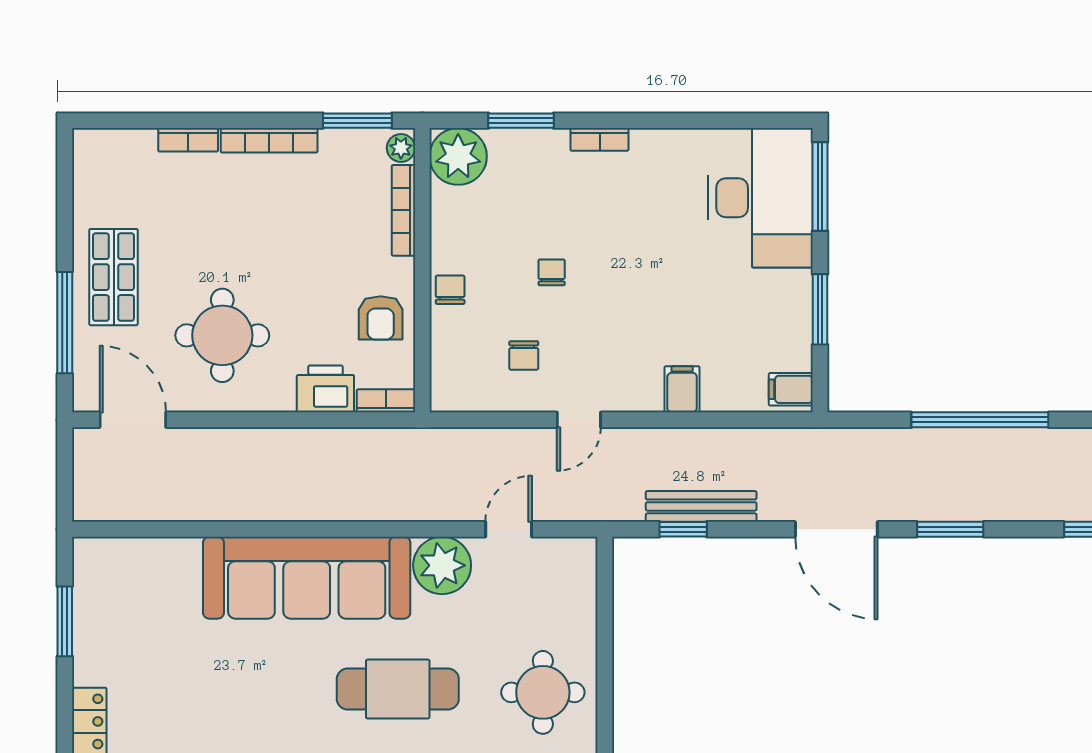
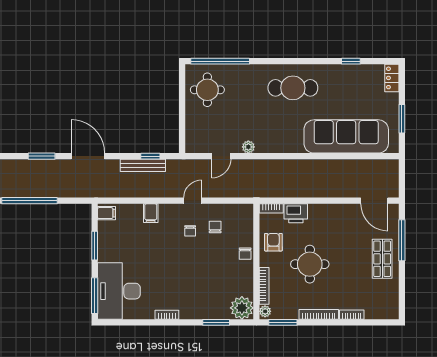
bookcase: (600, 139) -> (167, 315), moved
chair: (552, 272) -> (190, 231), moved
round table: (222, 335) -> (310, 264), moved
plant: (442, 565) -> (248, 147), width x0.53, depth x0.53
sofa: (307, 578) -> (346, 136), moved
cafe table: (398, 689) -> (293, 88), moved

